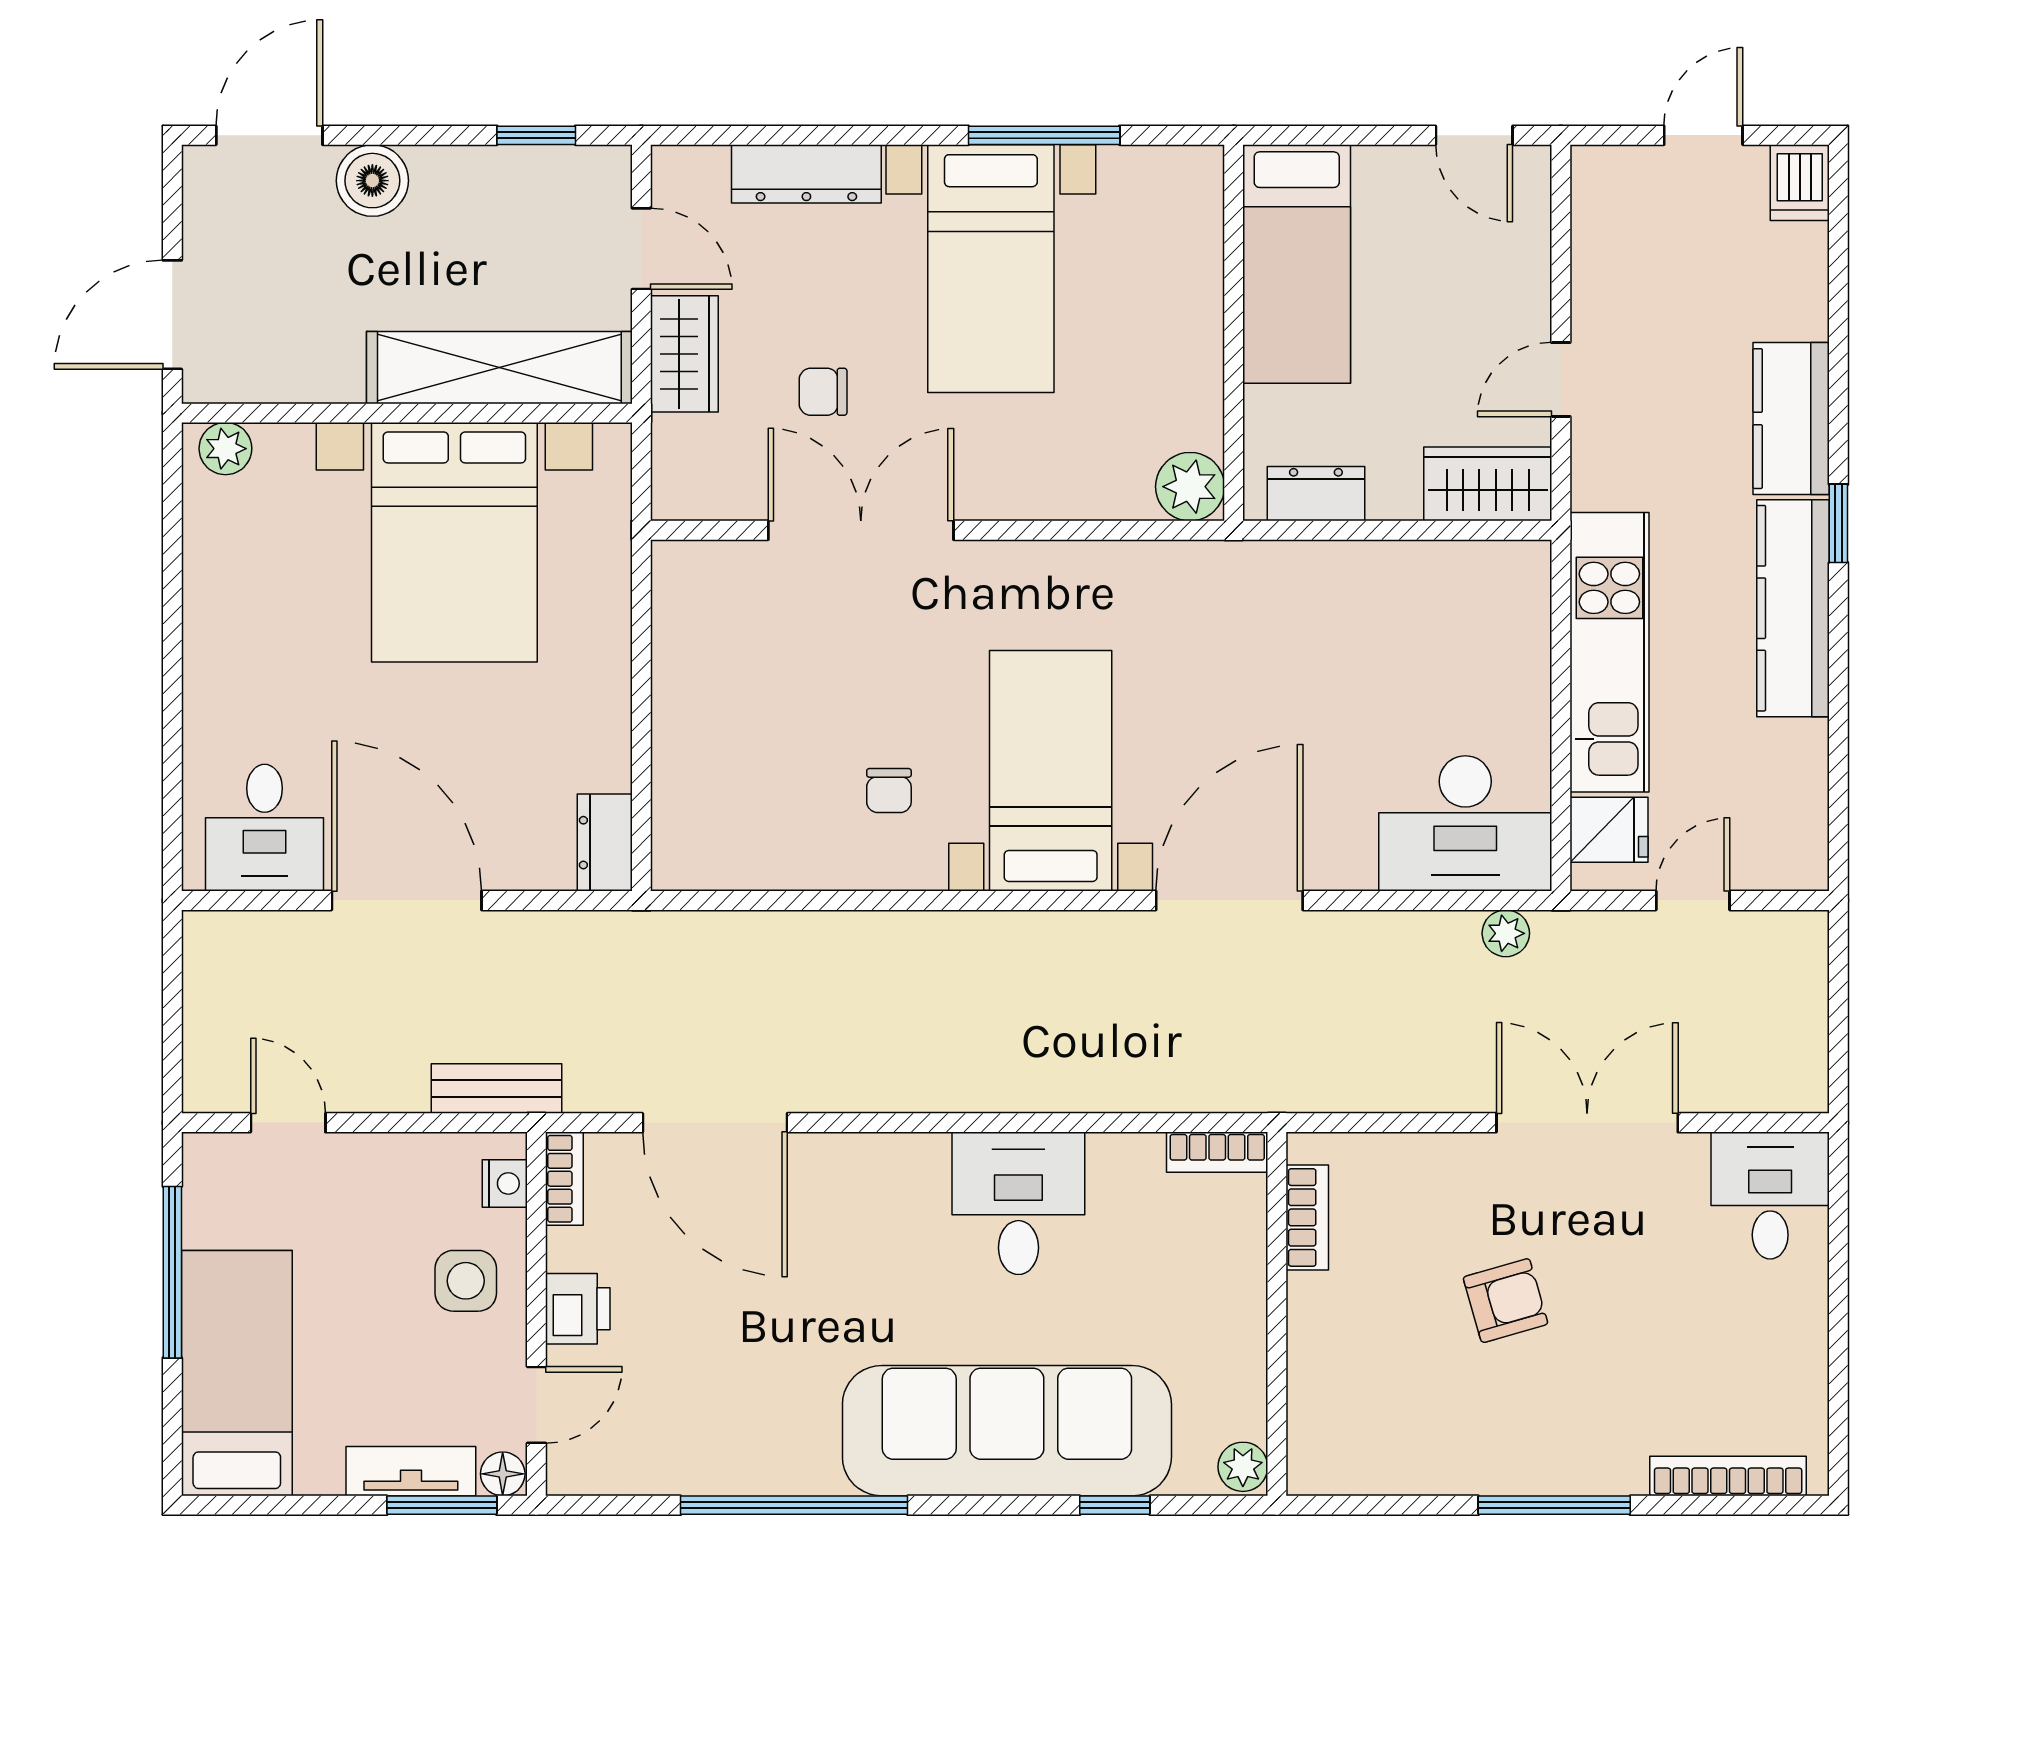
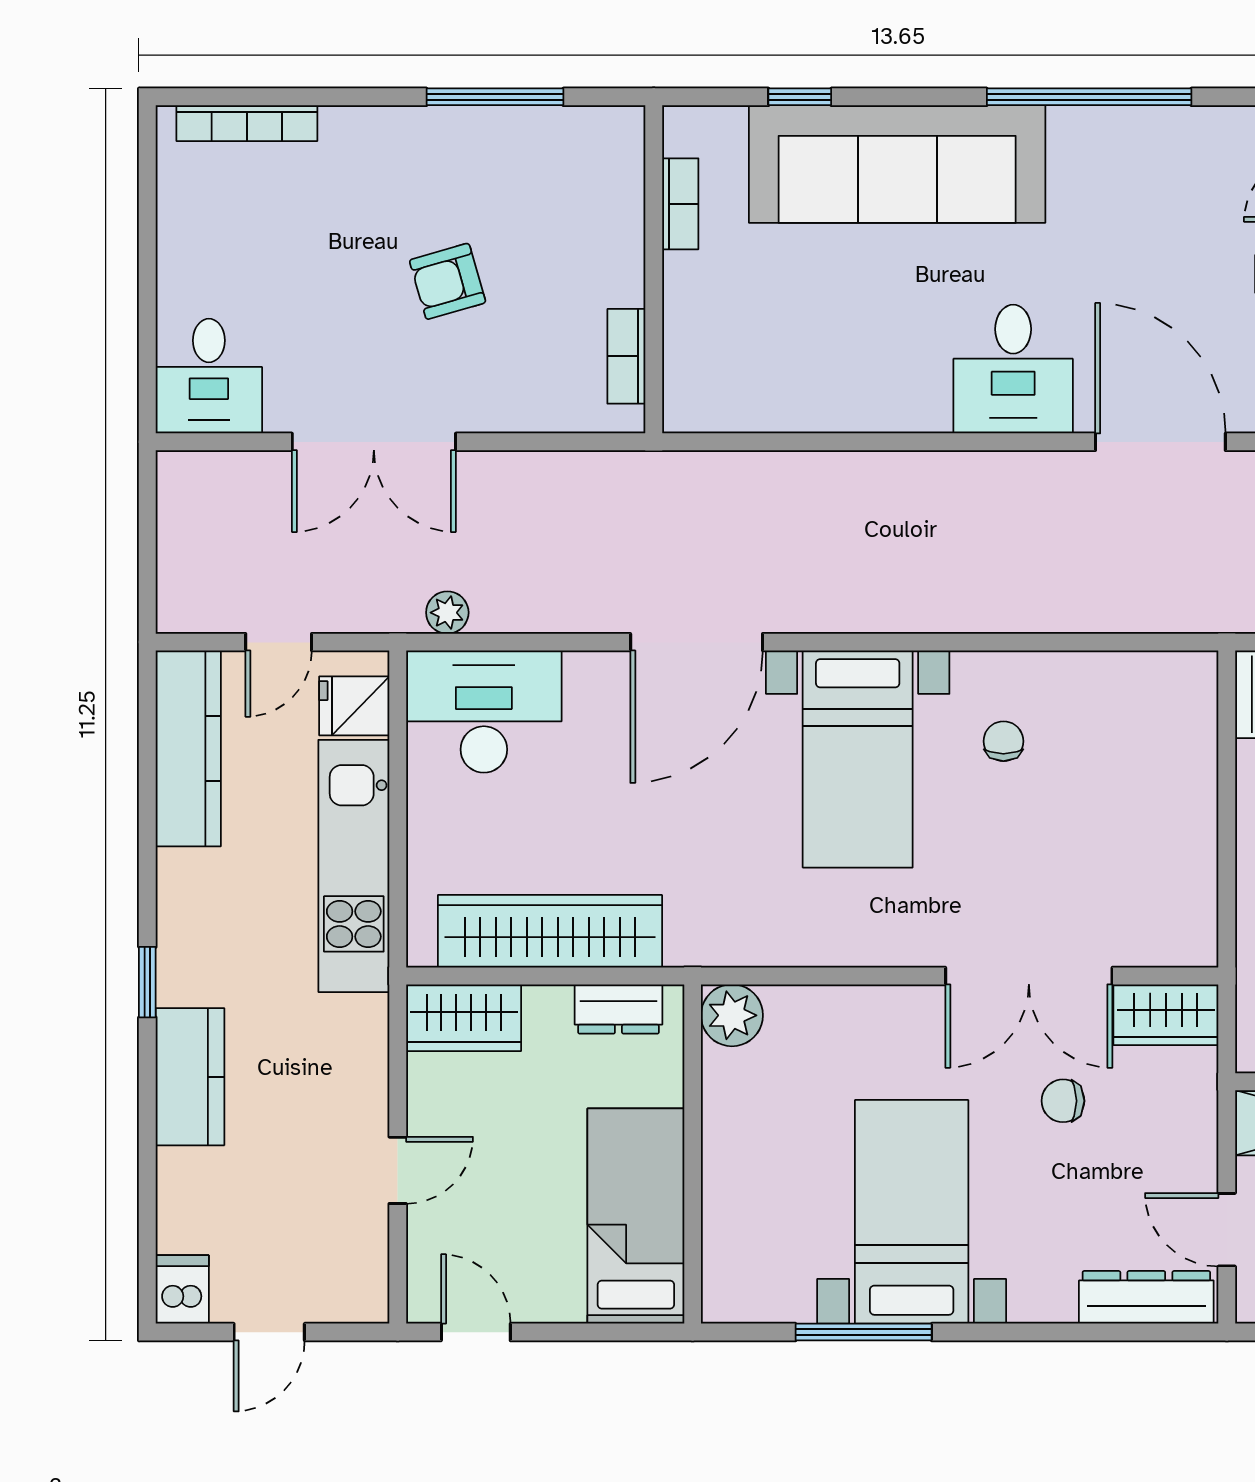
dresser: (806, 174) -> (1146, 1297), moved
wardrobe: (684, 354) -> (1166, 1015), moved, turned -90
door: (1561, 379) -> (398, 1170), moved
chair: (823, 392) -> (1063, 1101), turned 180
wardrobe: (1392, 580) -> (550, 931), added
kitchen counter: (1793, 608) -> (188, 748), moved
bookcase: (1217, 1152) -> (680, 204), moved, turned 90
desk: (1018, 1203) -> (1013, 369), moved
plant: (1243, 1467) -> (684, 132), removed
window: (1554, 1505) -> (495, 97), moved

